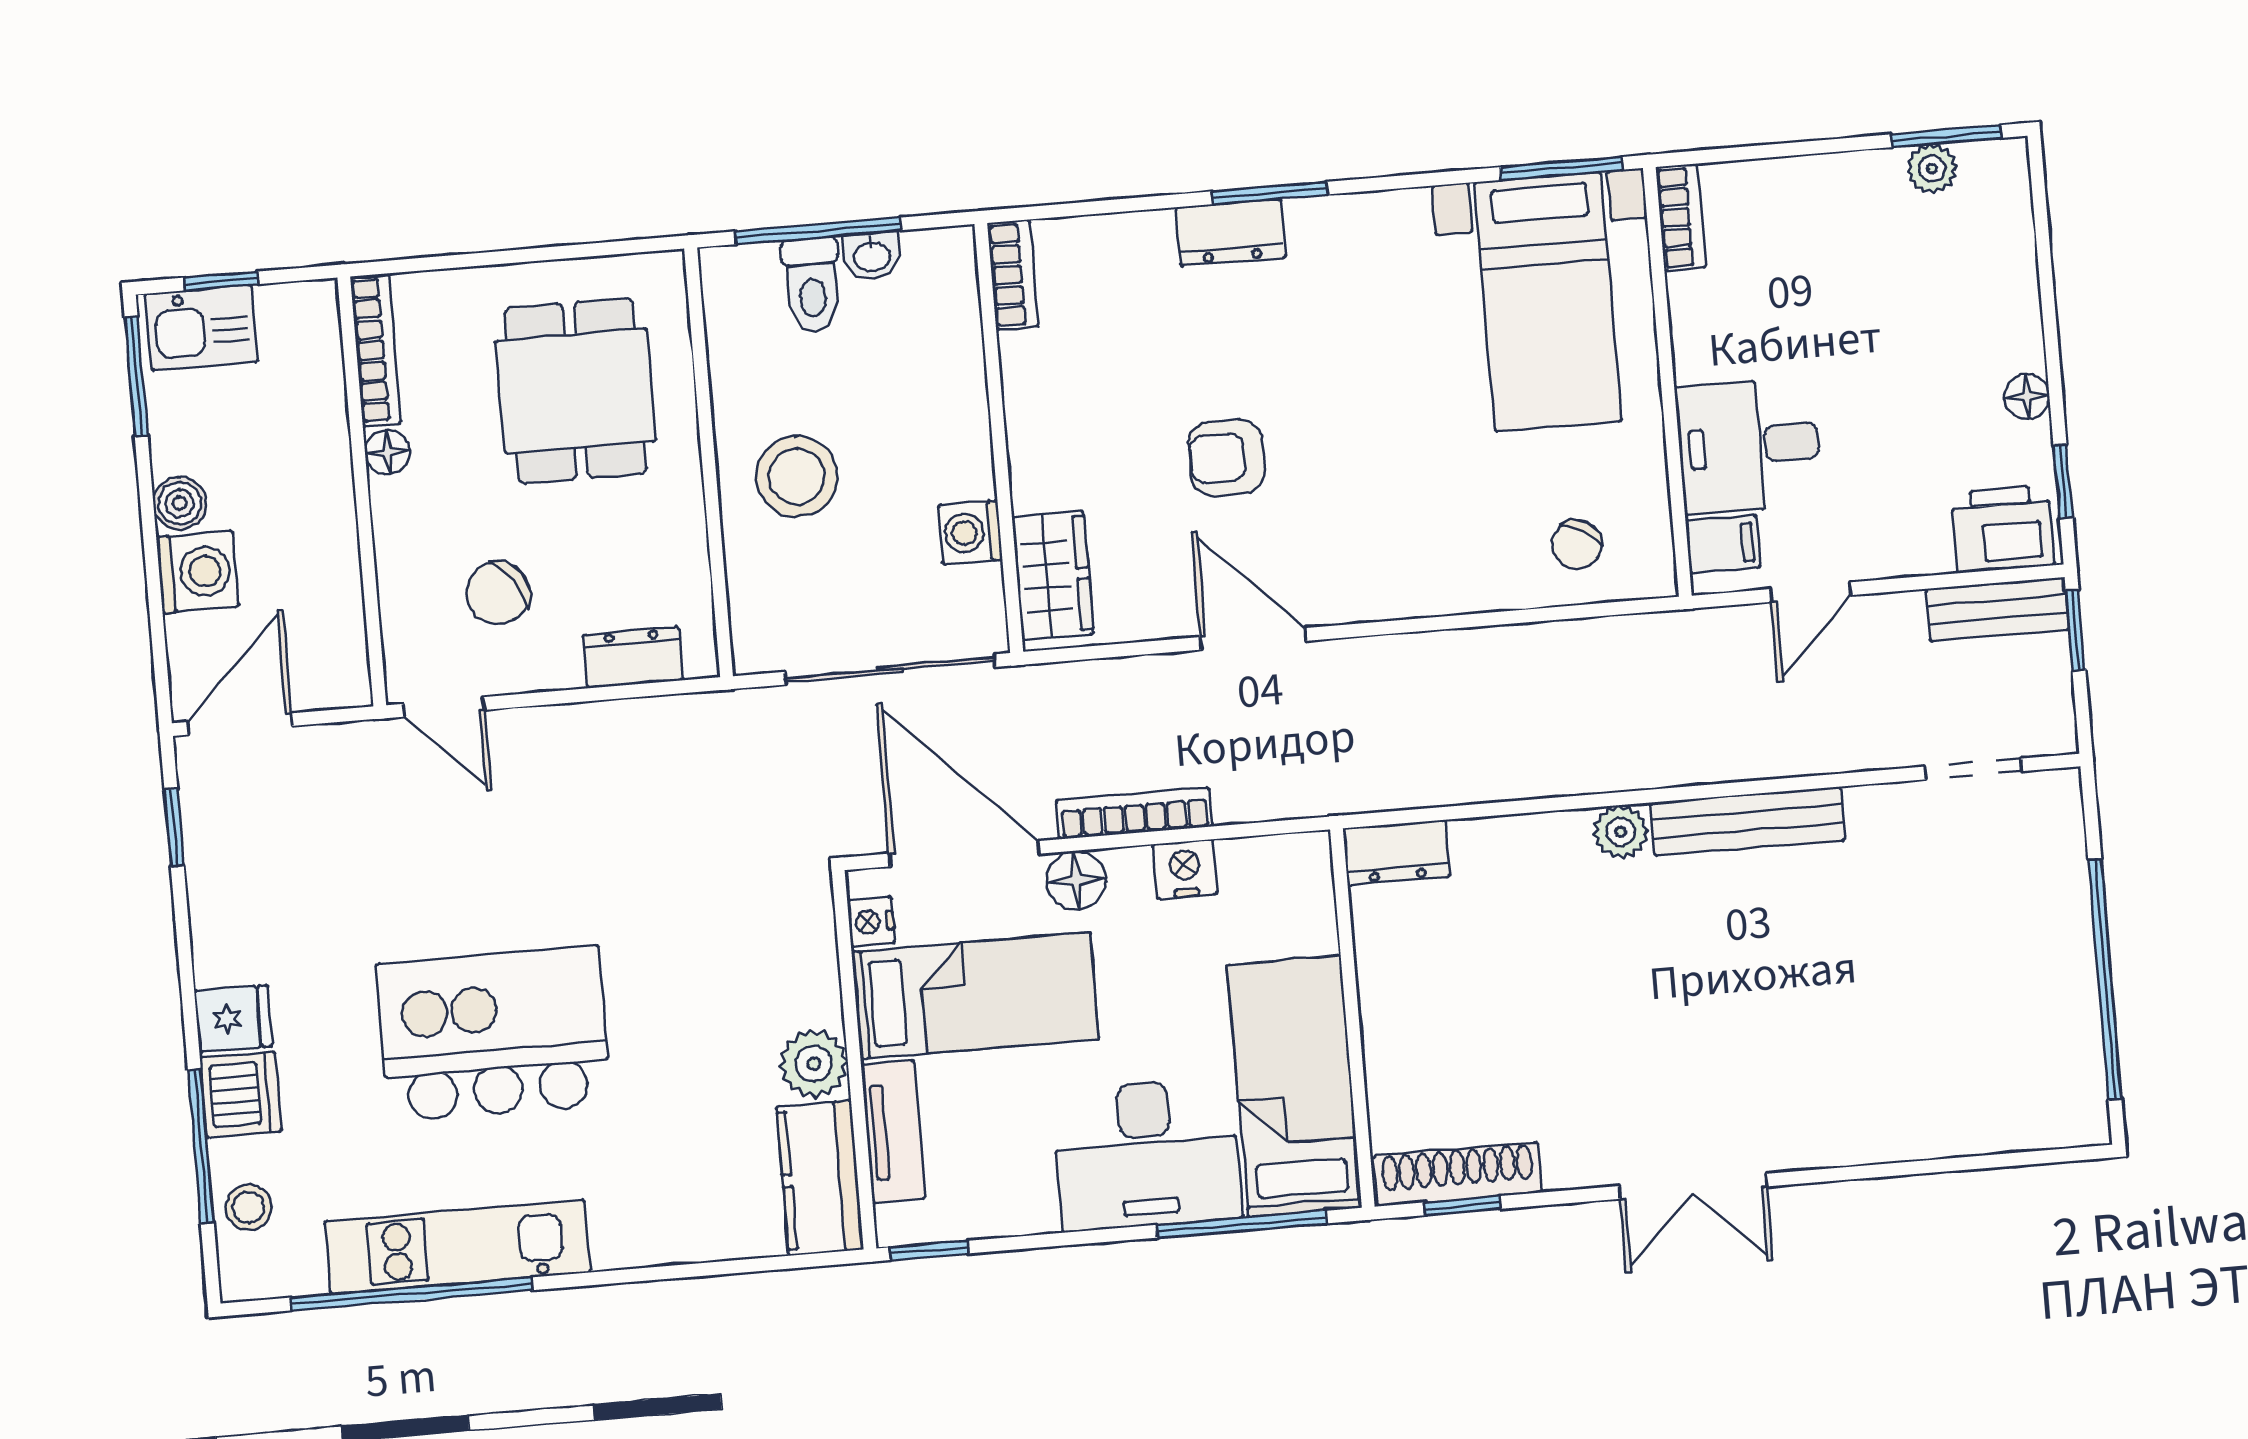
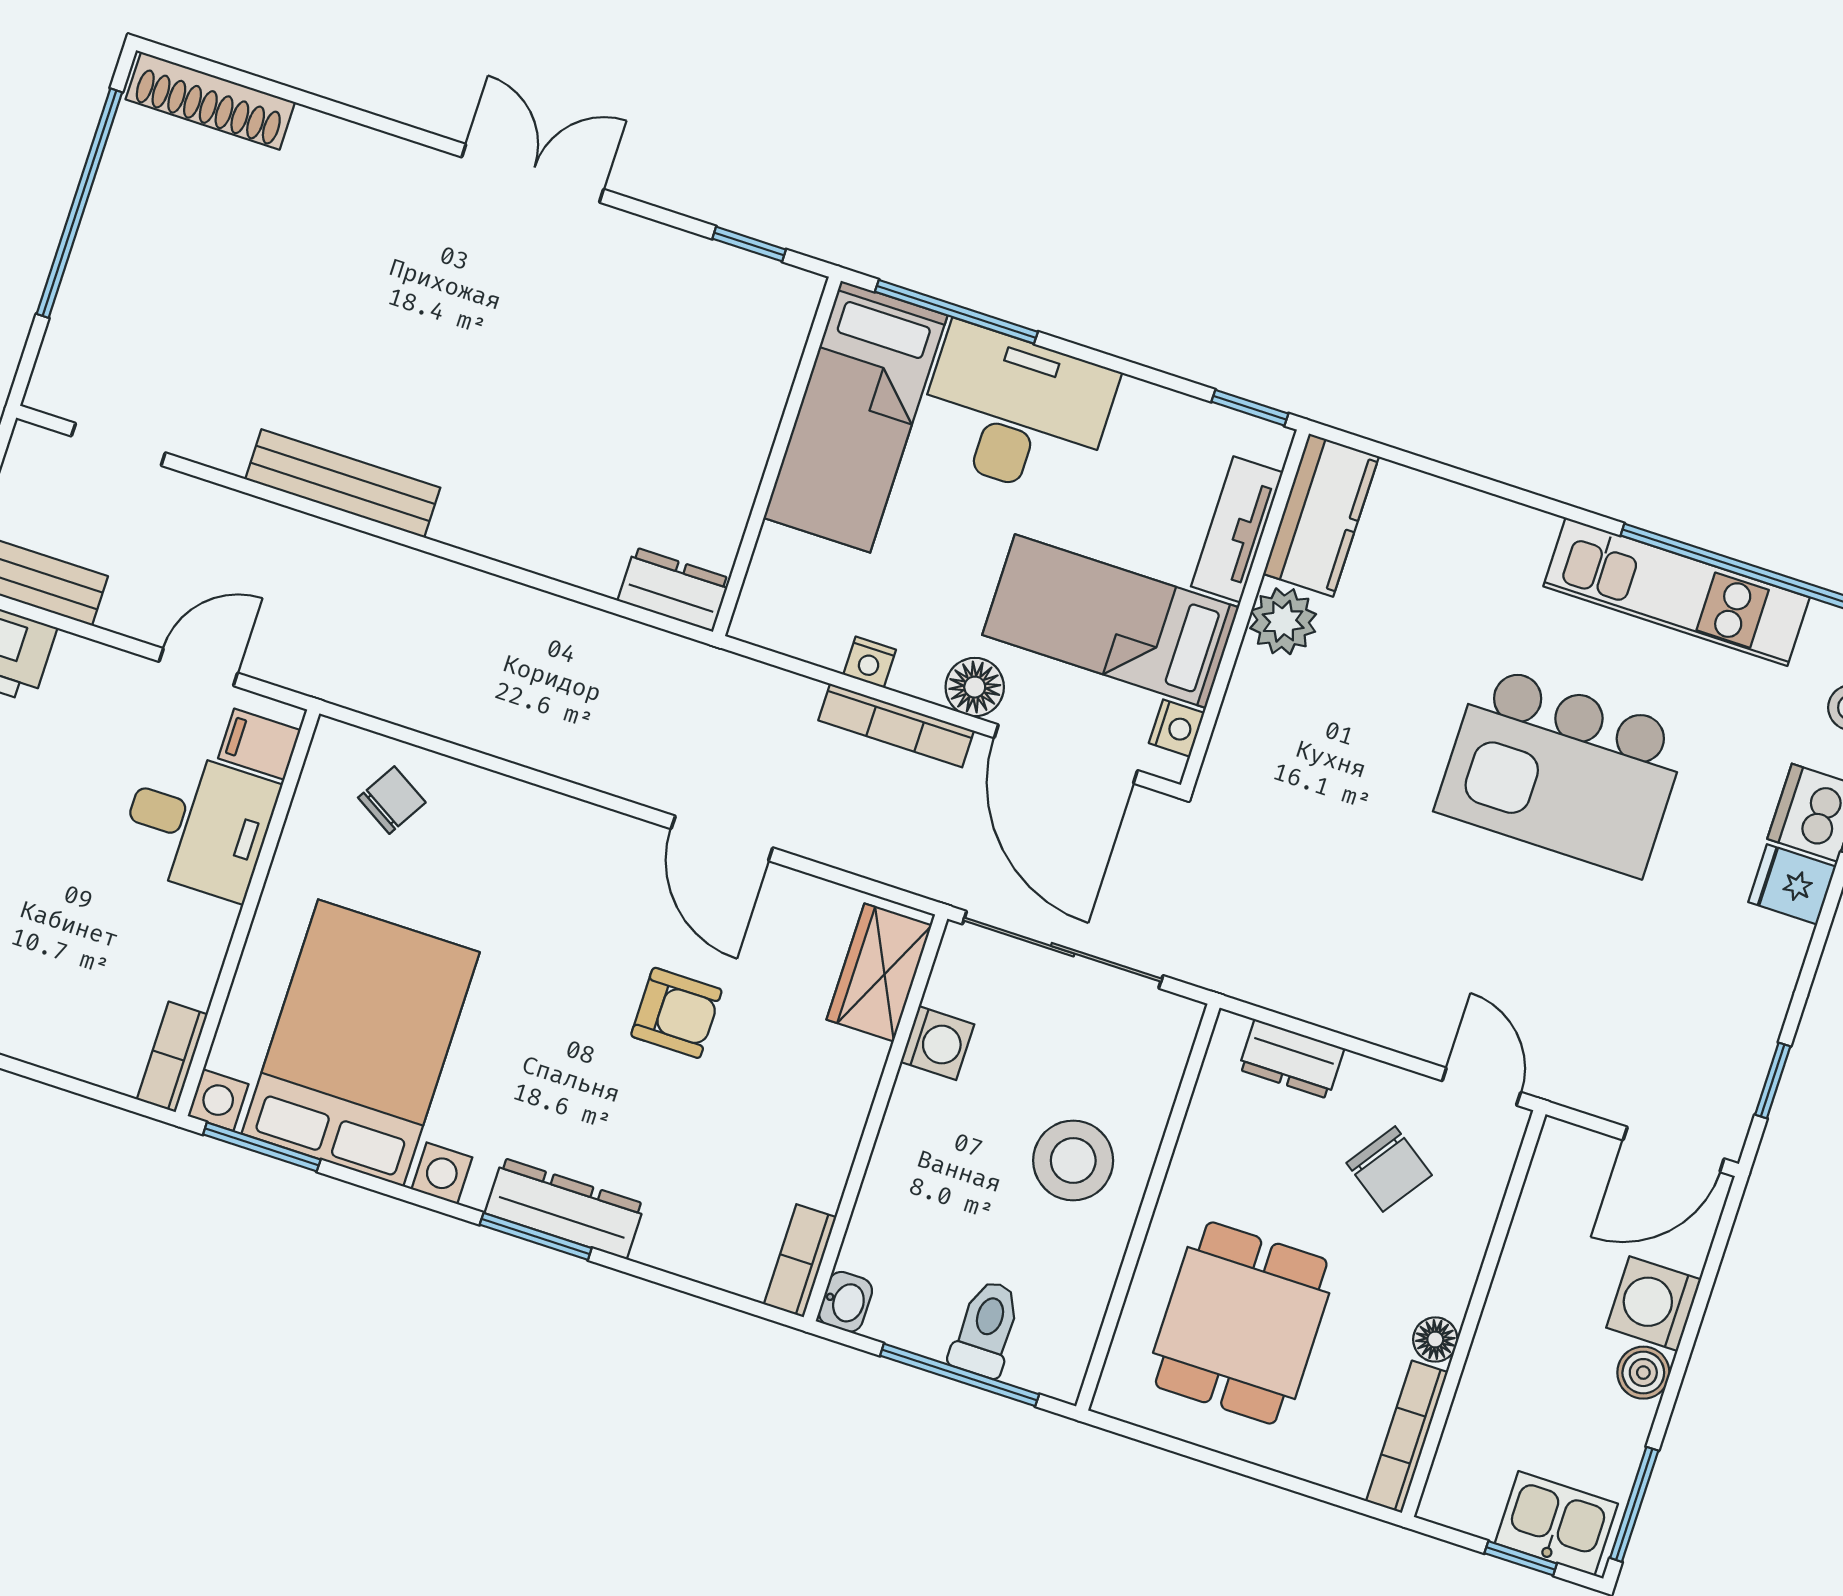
dresser: (1231, 232) -> (565, 1209), width x1.44
washbasin: (872, 256) -> (845, 1302), moved, turned 90
bed with nightstands: (1548, 302) -> (361, 1043), width x1.36
chair: (498, 593) -> (1389, 1169), turned 69
plant: (1621, 832) -> (462, 522), removed
nightstand: (1185, 869) -> (870, 662), width x0.72, depth x0.74
shoe rack: (1458, 1174) -> (210, 101), moved

